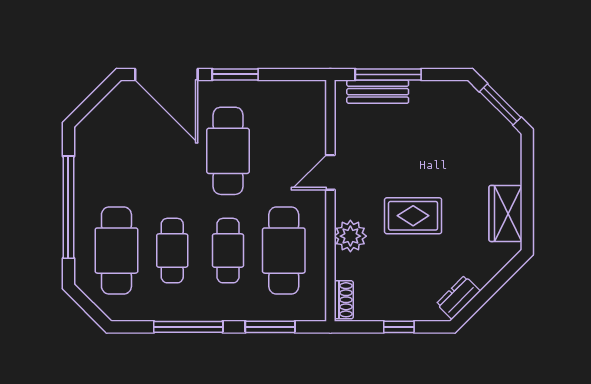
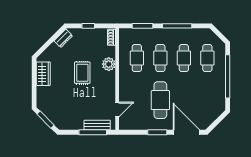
door: (330, 172) -> (117, 109), moved
rug: (413, 216) -> (82, 73), turned 90
cafe table: (116, 251) -> (207, 58), width x0.73, depth x0.74
cafe table: (284, 251) -> (137, 58), width x0.73, depth x0.74

